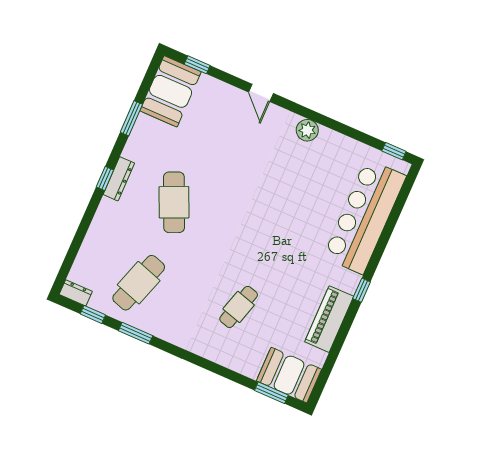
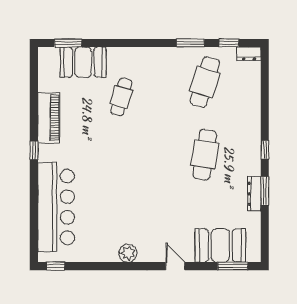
window: (197, 65) -> (233, 266), width x1.50
booth: (171, 91) -> (220, 245), moved, turned 90
window: (131, 118) -> (265, 191), moved
dresser: (119, 179) -> (254, 194), moved
cafe table: (174, 202) -> (205, 155), turned 33
booth: (289, 375) -> (83, 62), moved

